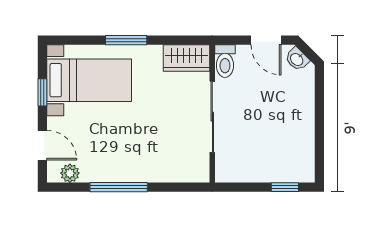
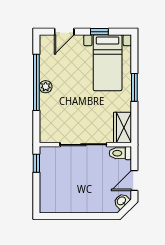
plant: (70, 173) -> (46, 87), moved
window: (119, 187) -> (36, 82), width x1.46
window: (285, 187) -> (36, 163), moved

